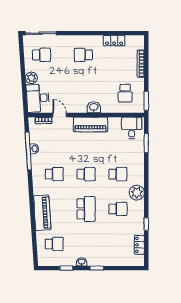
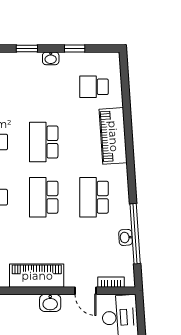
washbasin: (94, 107) -> (50, 303), moved
school desk: (54, 174) -> (94, 197), width x1.85
school desk: (86, 174) -> (44, 197), width x1.85

